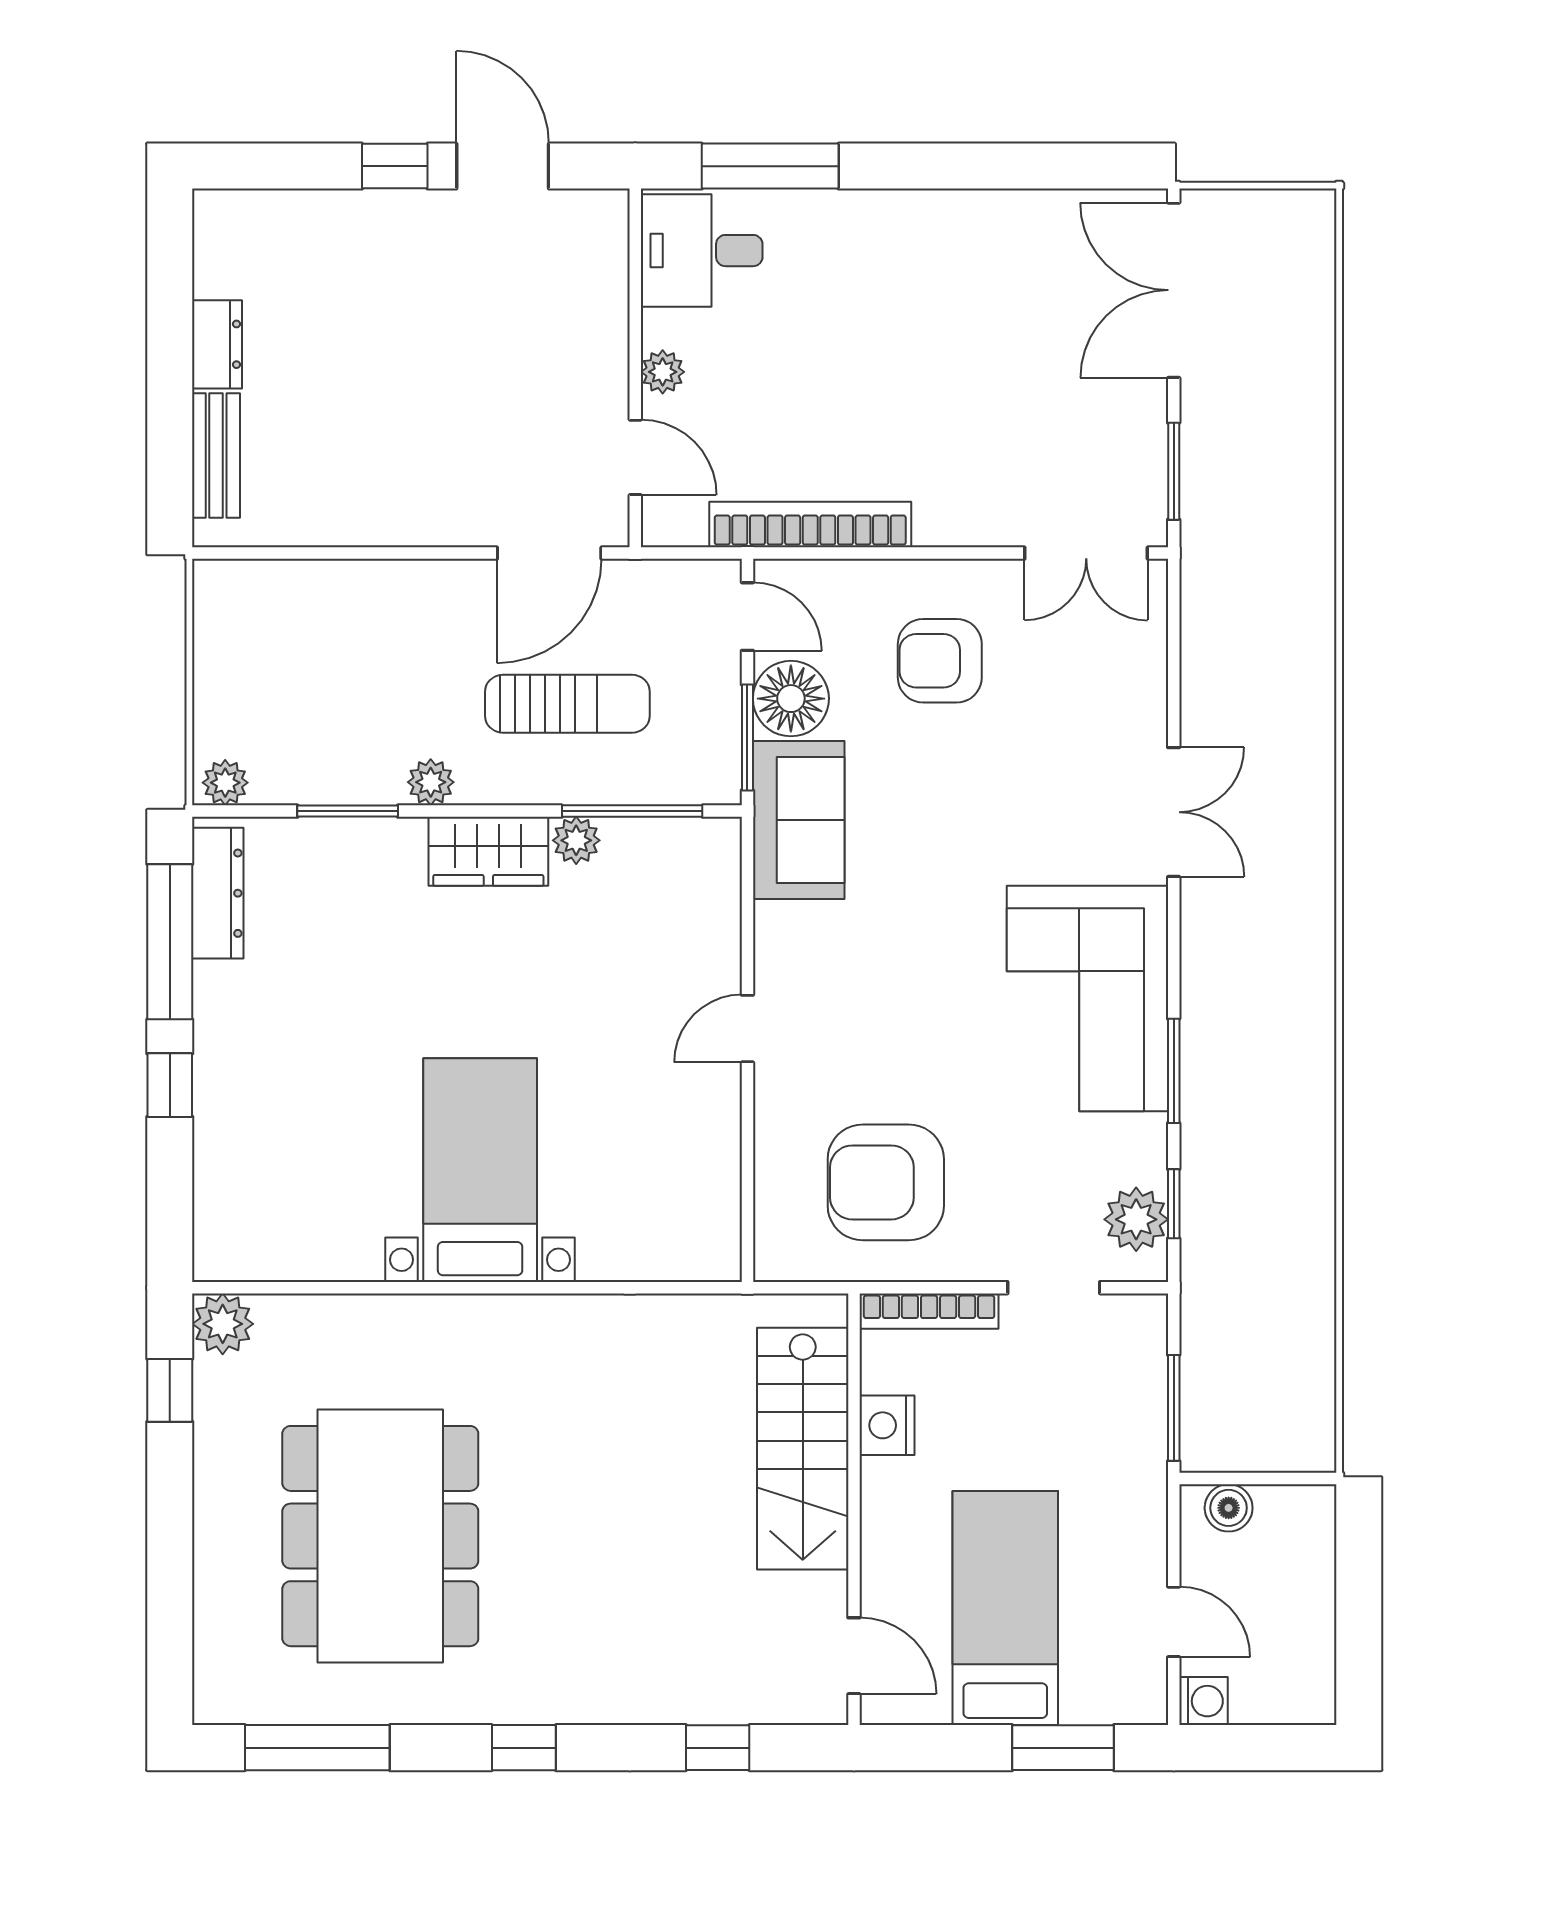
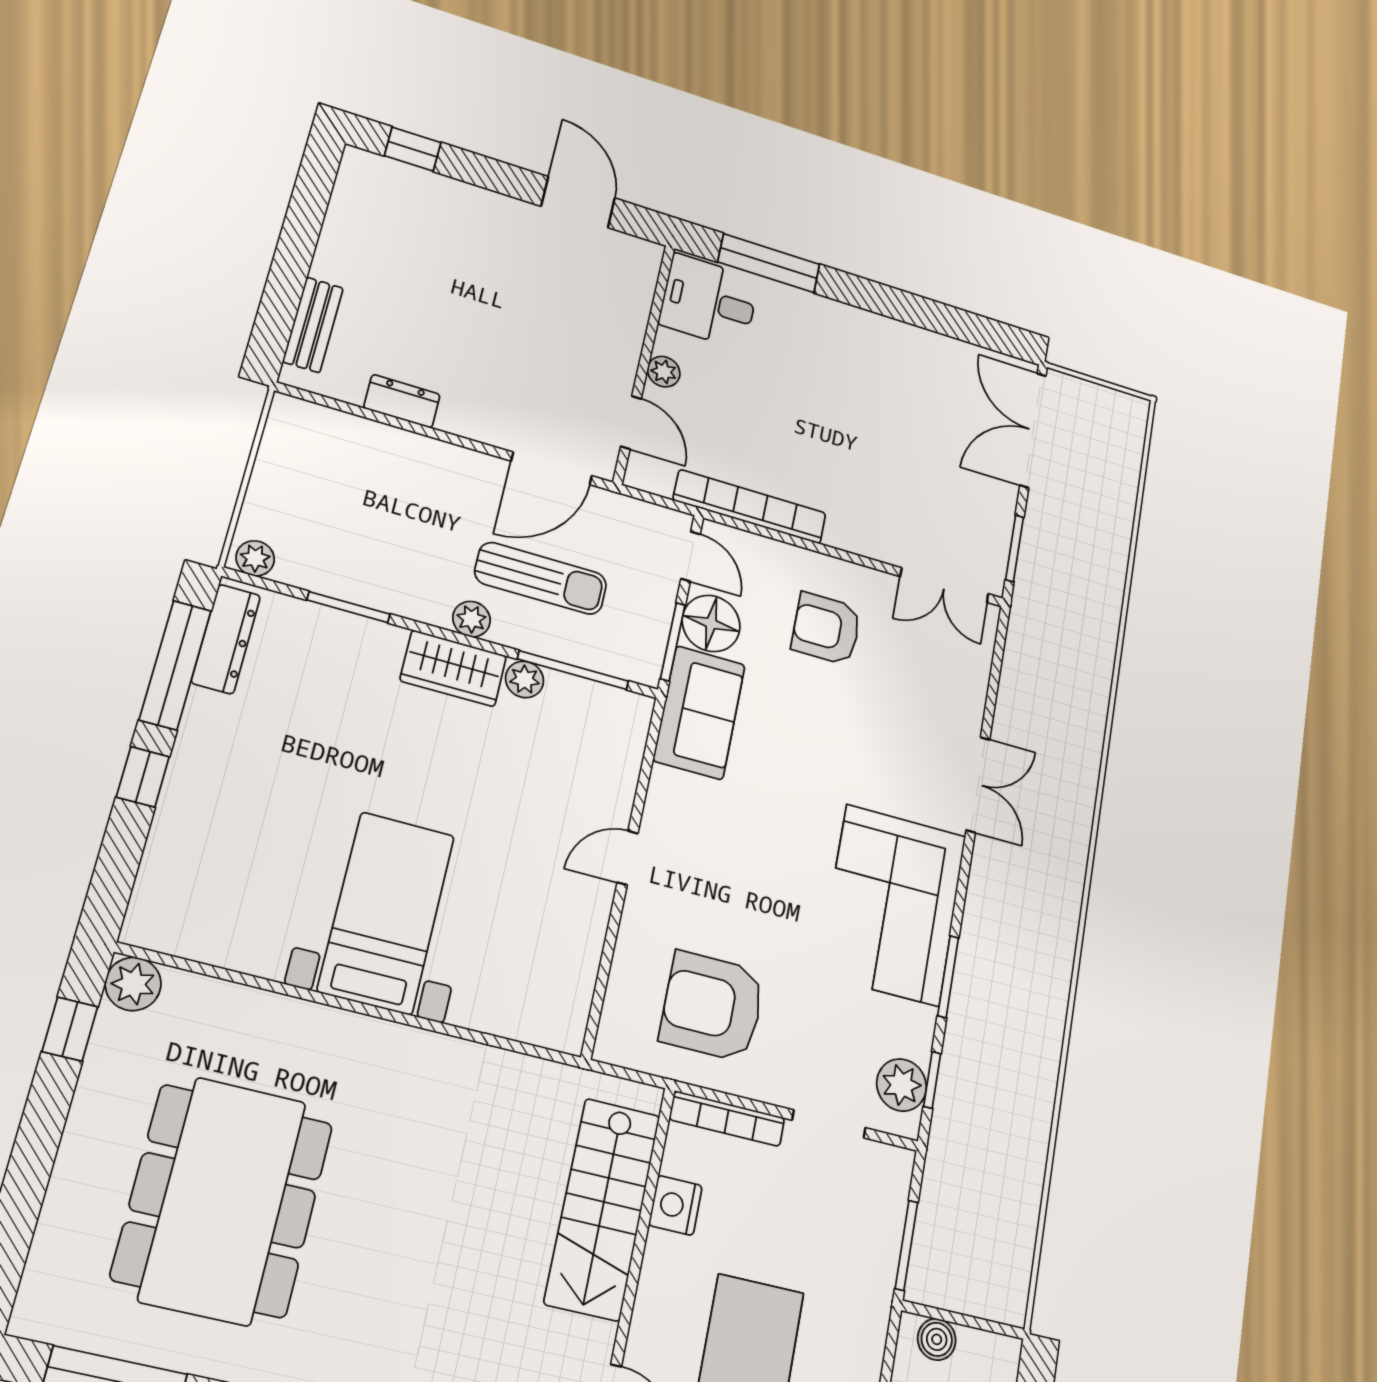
window: (395, 166) -> (413, 149), moved
dresser: (217, 344) -> (402, 401), moved, turned -90
plant: (431, 782) -> (471, 619), moved

